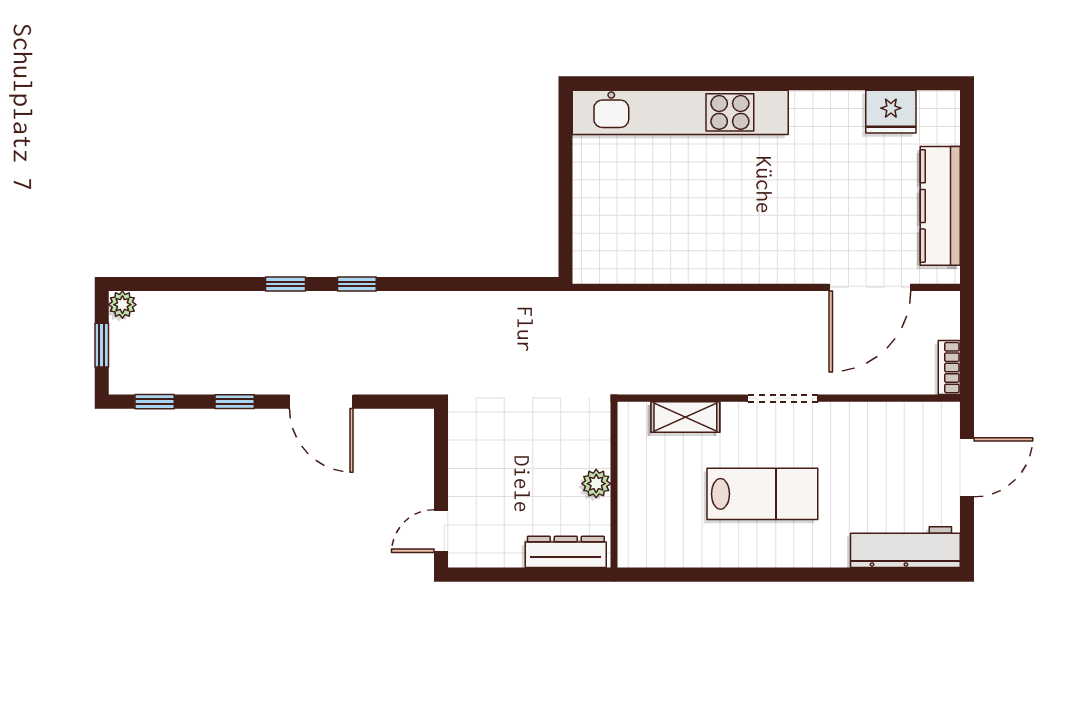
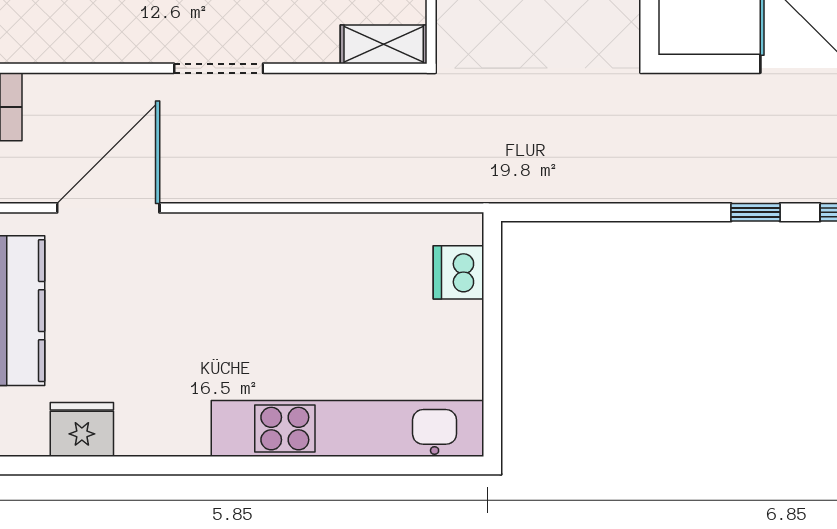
dishwasher: (592, 236) -> (458, 272), added
shelving: (685, 417) -> (384, 44), moved

